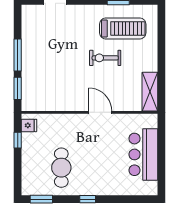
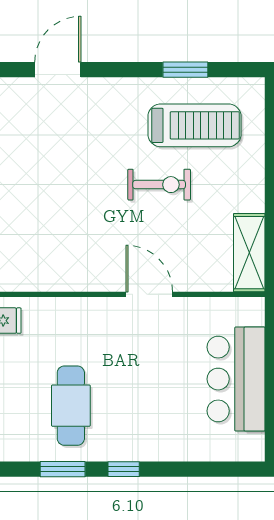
exercise bike: (105, 58) -> (159, 185), turned 180
window: (41, 199) -> (63, 469), moved

